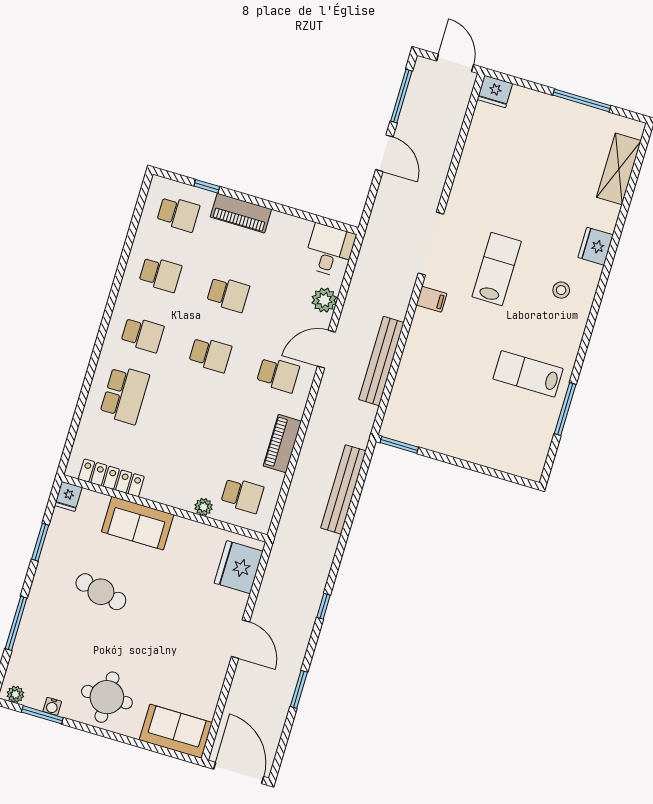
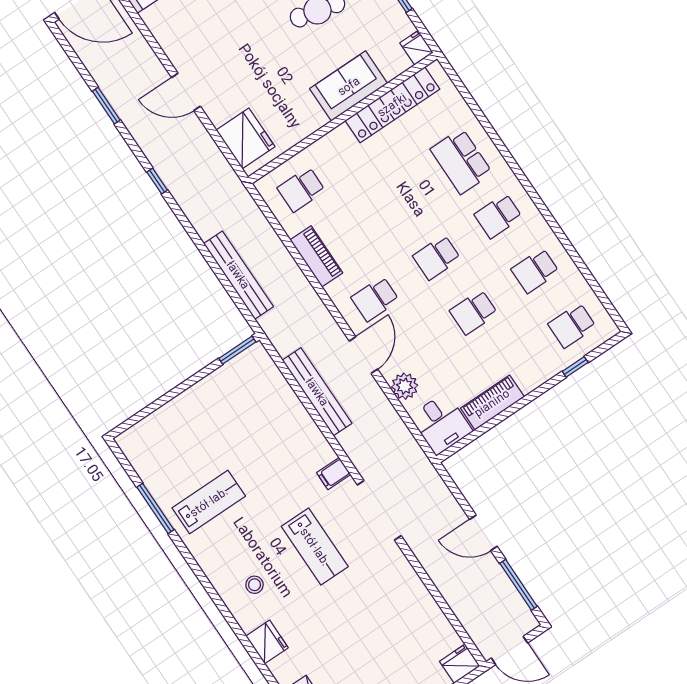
piano: (241, 213) -> (492, 403), moved
locker: (111, 478) -> (392, 105), width x1.41, depth x1.21
plant: (204, 507) -> (318, 150), removed

